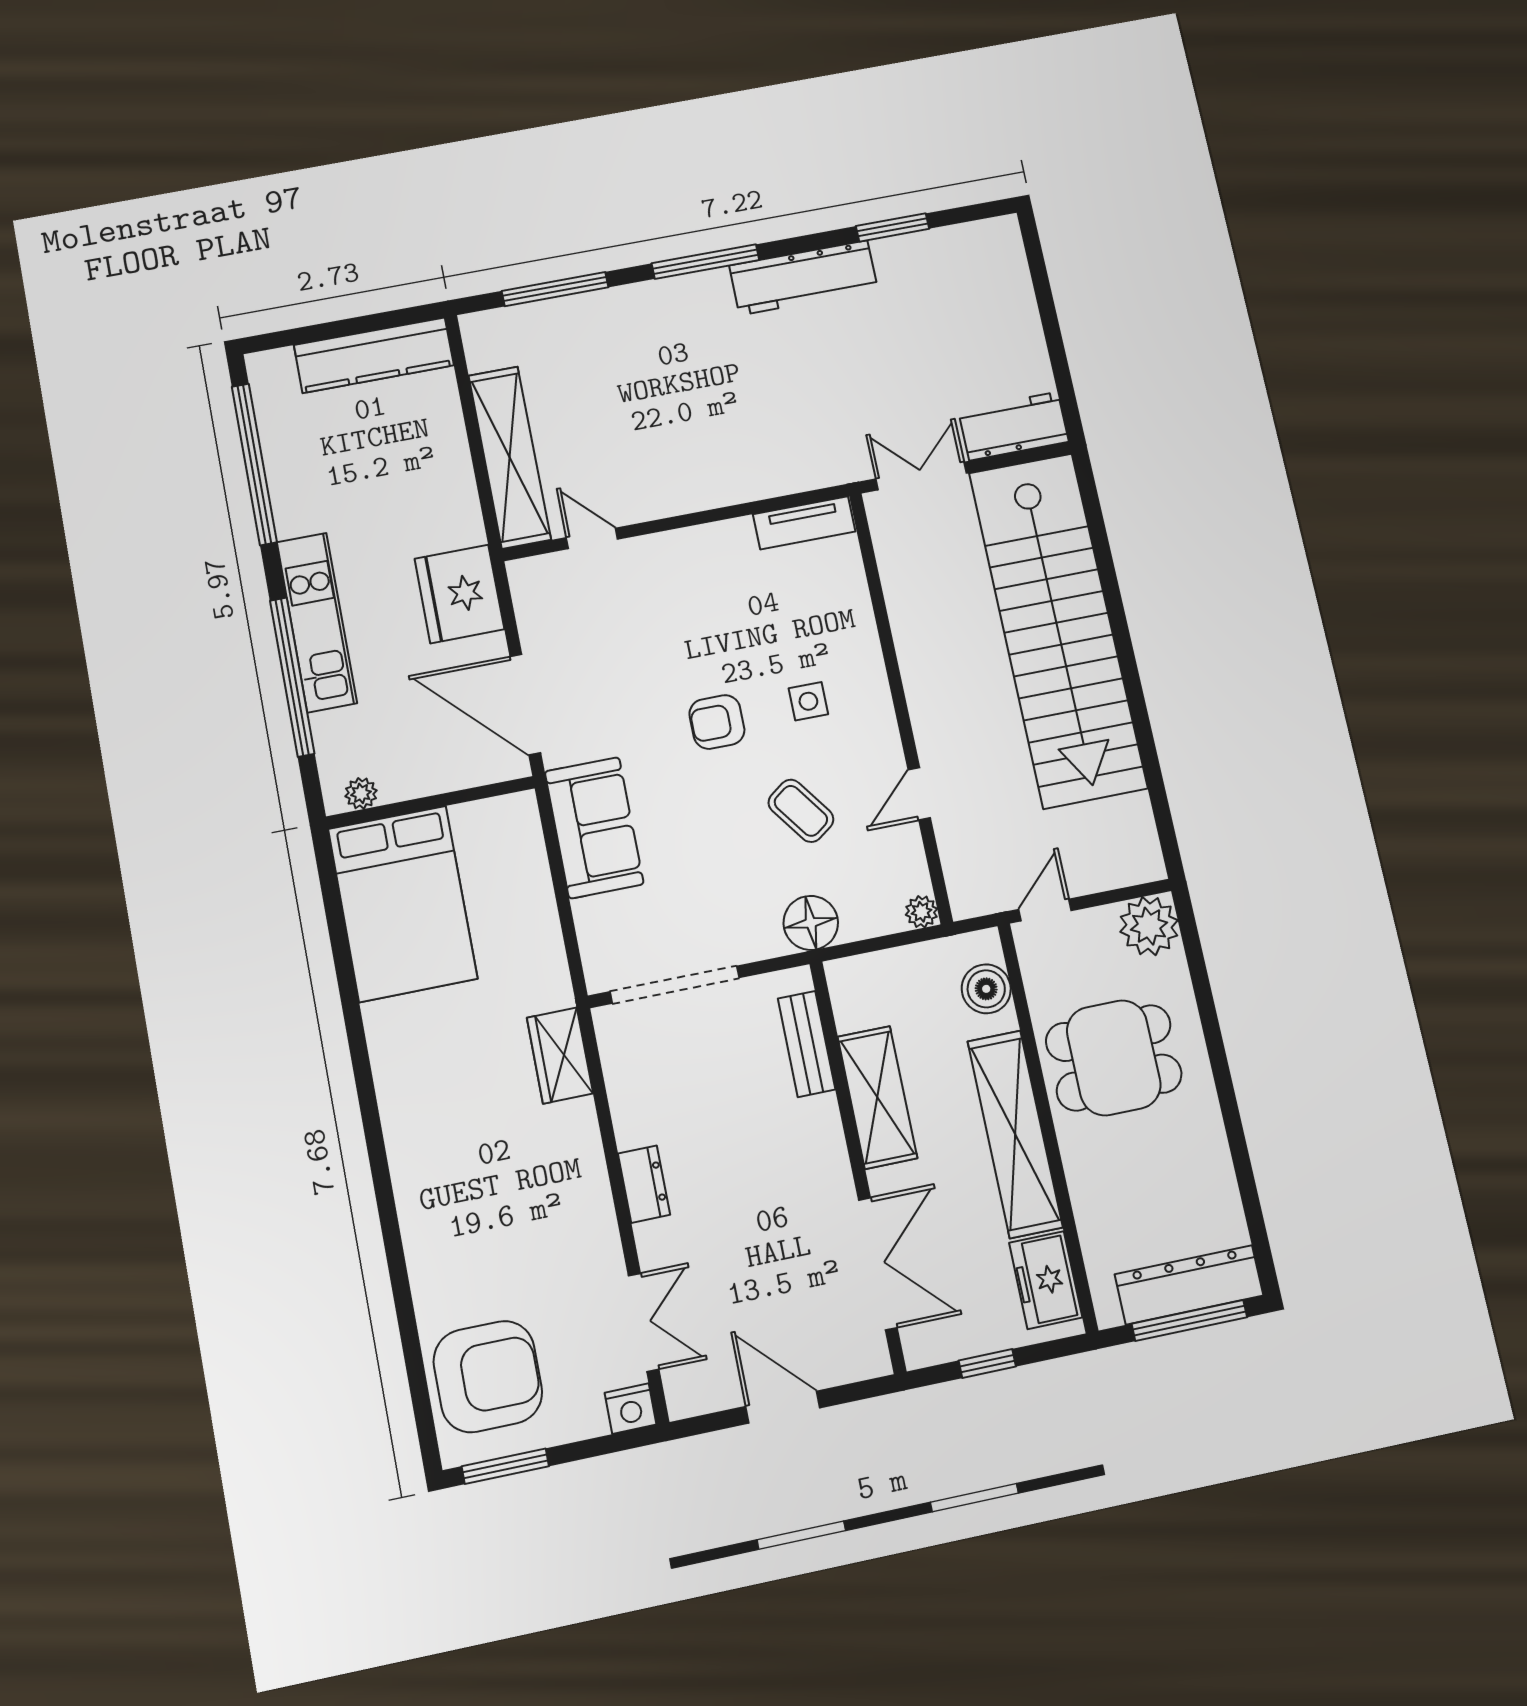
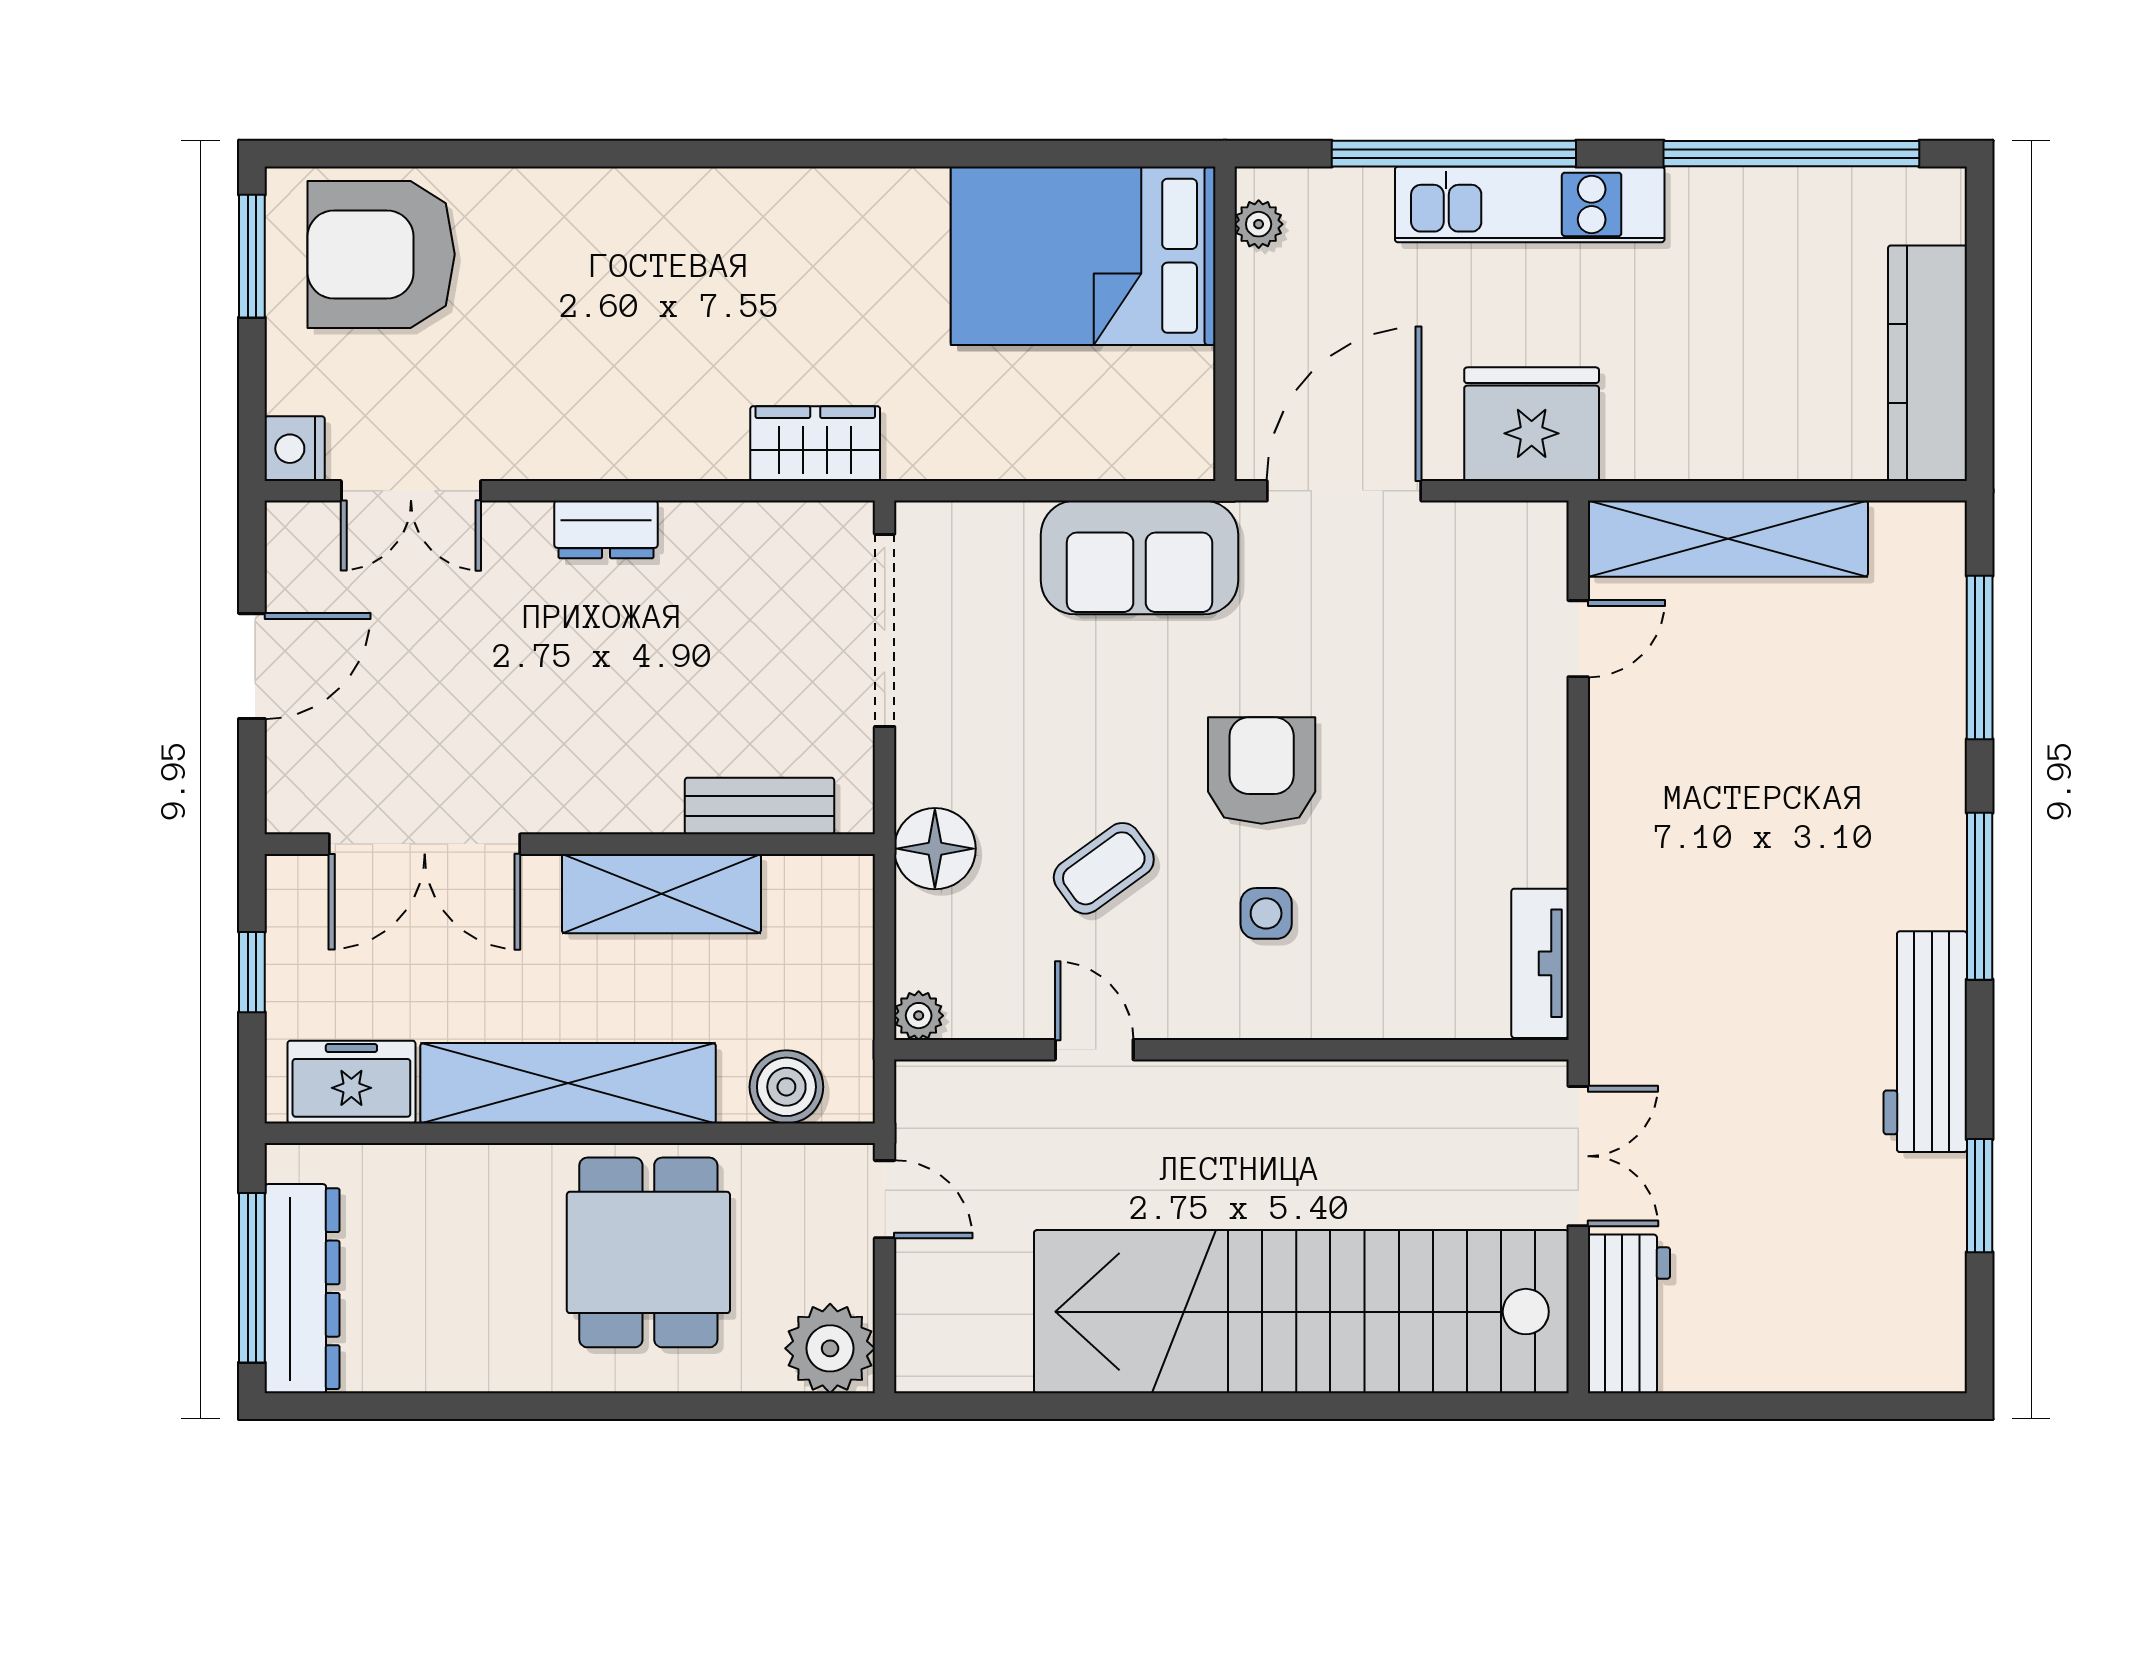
armchair: (717, 722) -> (1262, 771), width x1.38, depth x1.38
armchair: (488, 1377) -> (381, 254), turned 90

